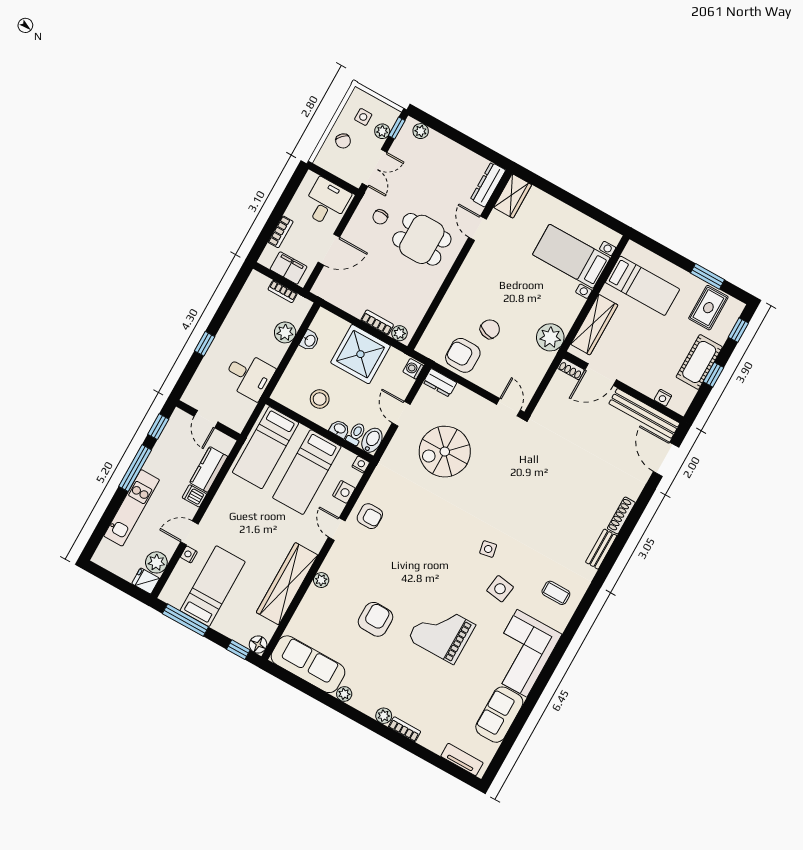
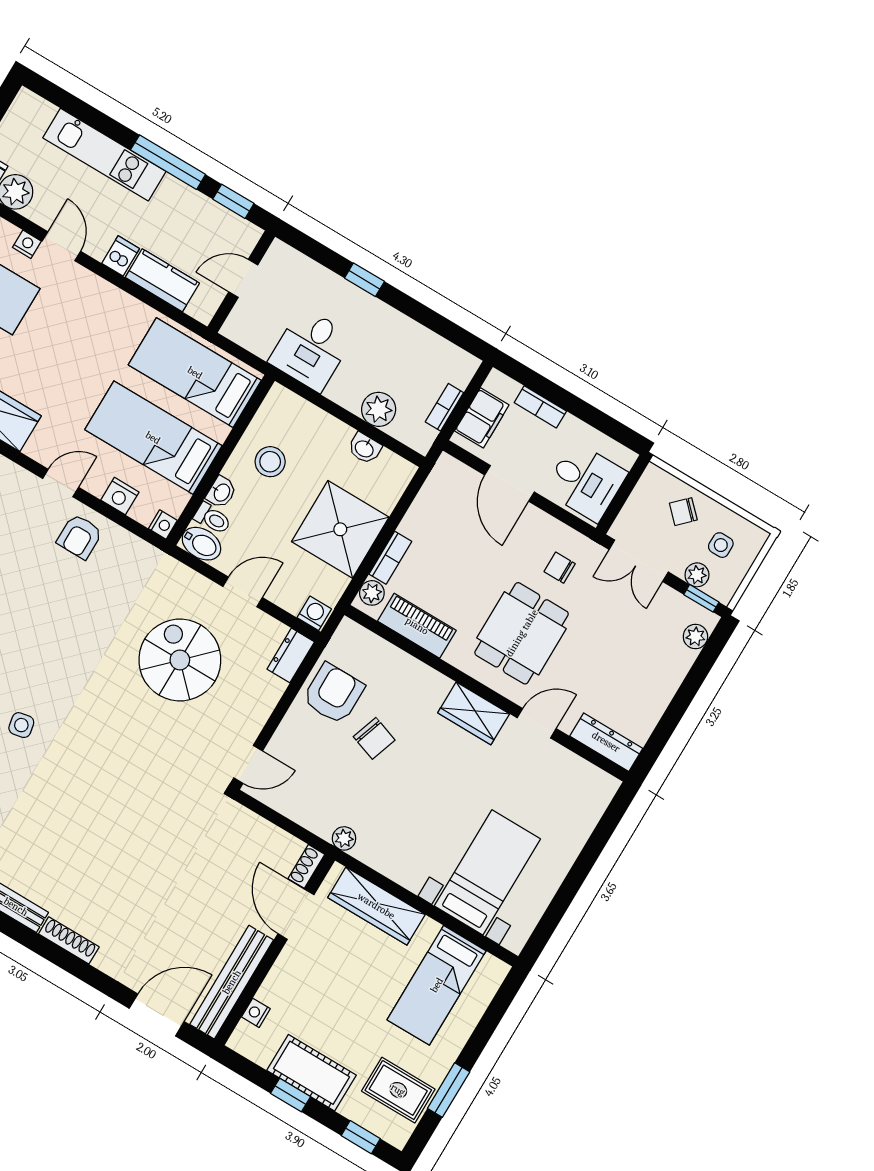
wardrobe: (513, 196) -> (474, 713), moved
piano: (419, 305) -> (417, 626), added
plant: (550, 337) -> (344, 838), width x0.53, depth x0.53

